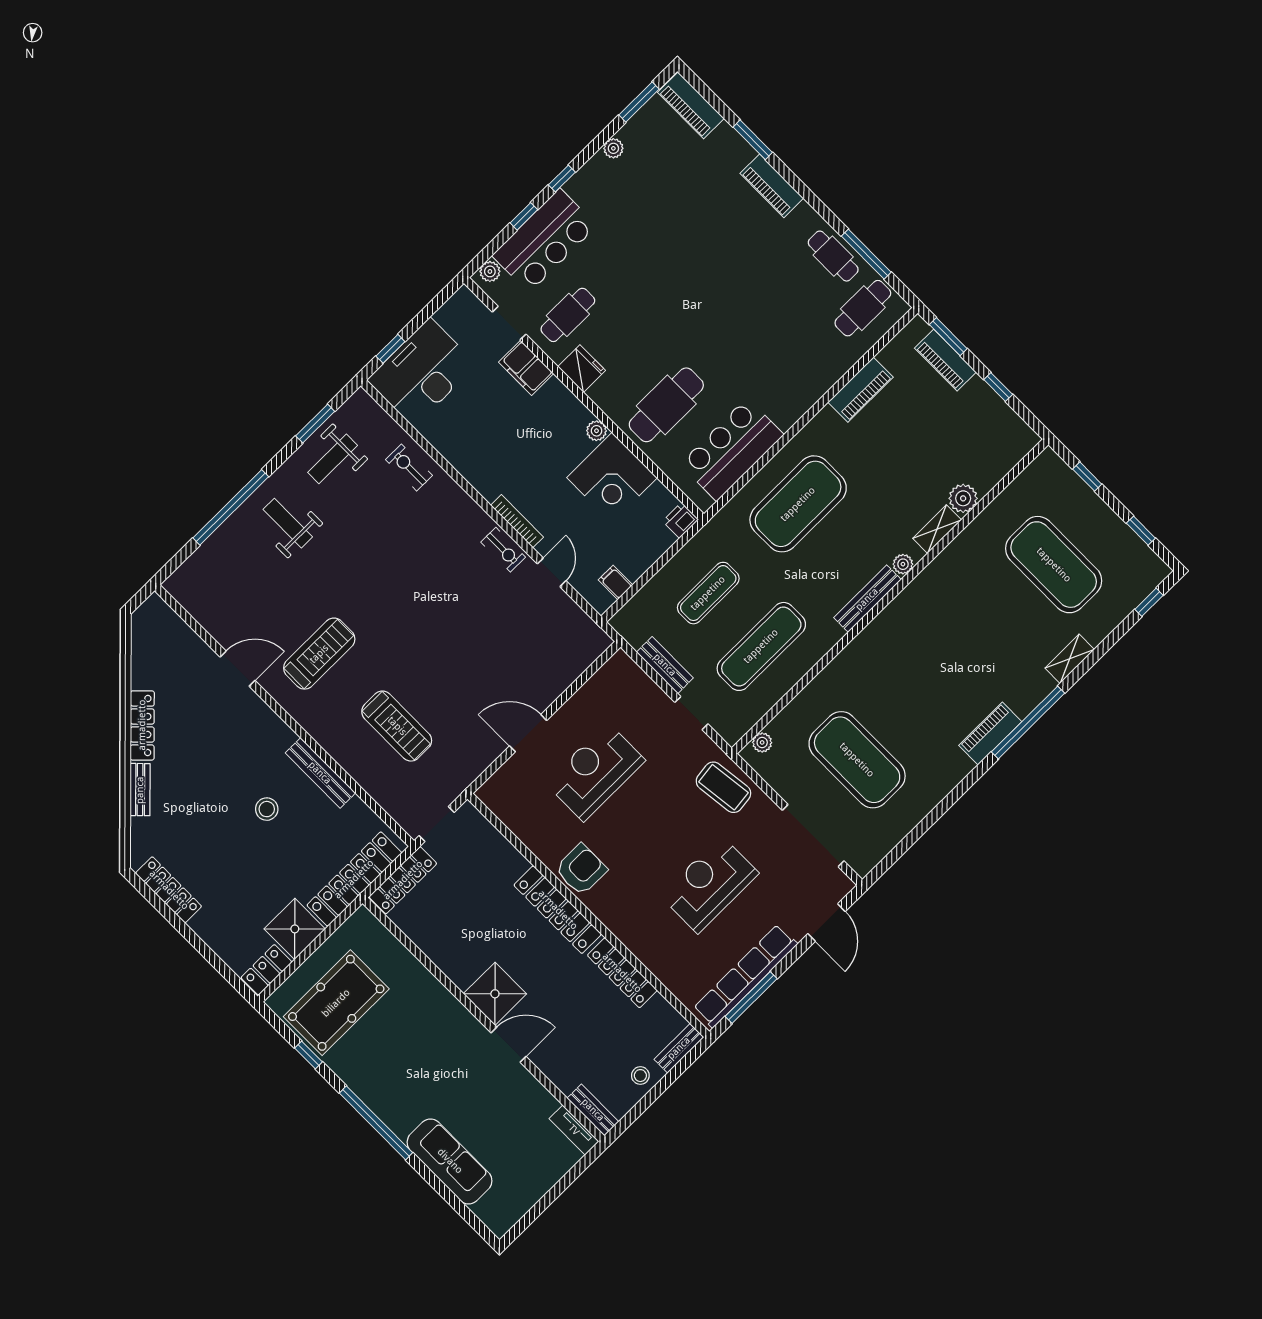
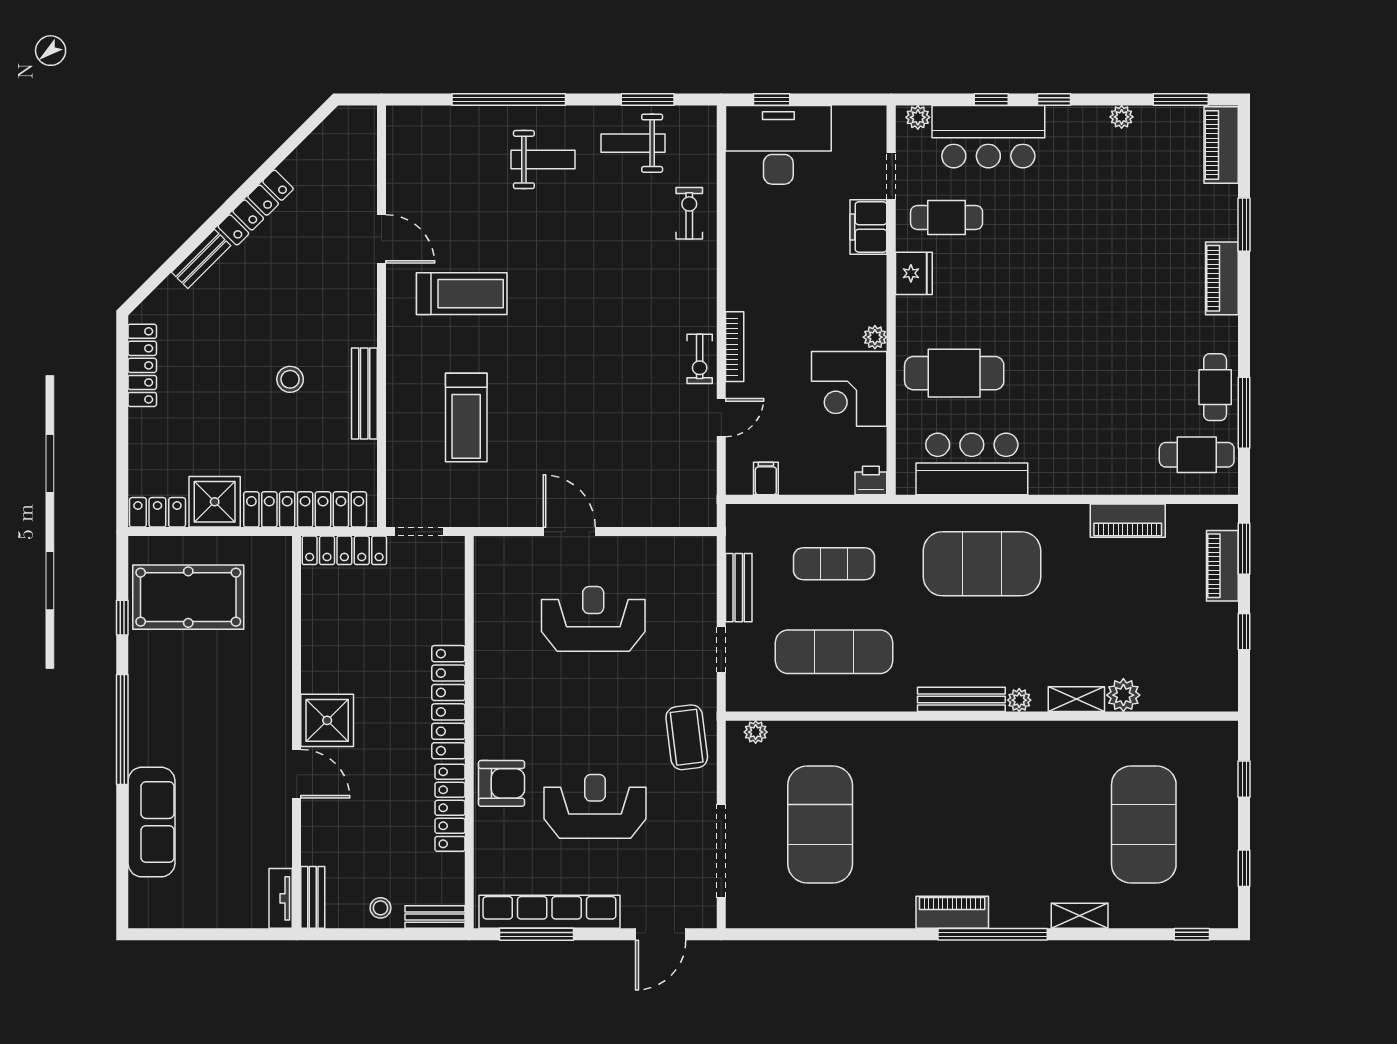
weight bench: (288, 523) -> (543, 160), turned 90
armchair: (581, 870) -> (502, 783), moved

